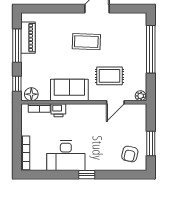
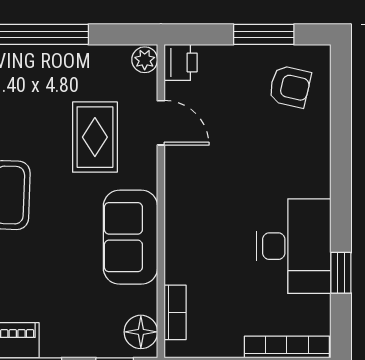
printer: (58, 110) -> (181, 62), moved
window: (87, 175) -> (341, 273), moved

